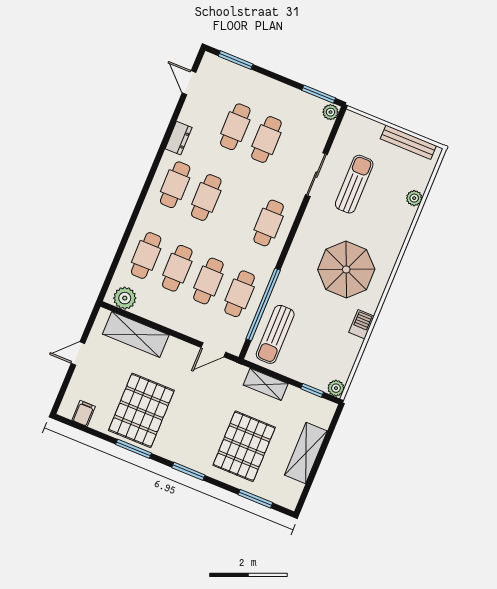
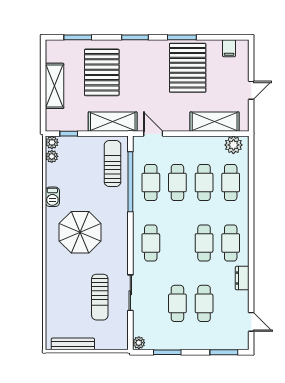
window: (319, 94) -> (167, 352), moved
plant: (414, 198) -> (52, 156), moved
door: (213, 350) -> (153, 134), hinge flipped
shelving: (266, 384) -> (113, 122), width x1.50, depth x1.33

